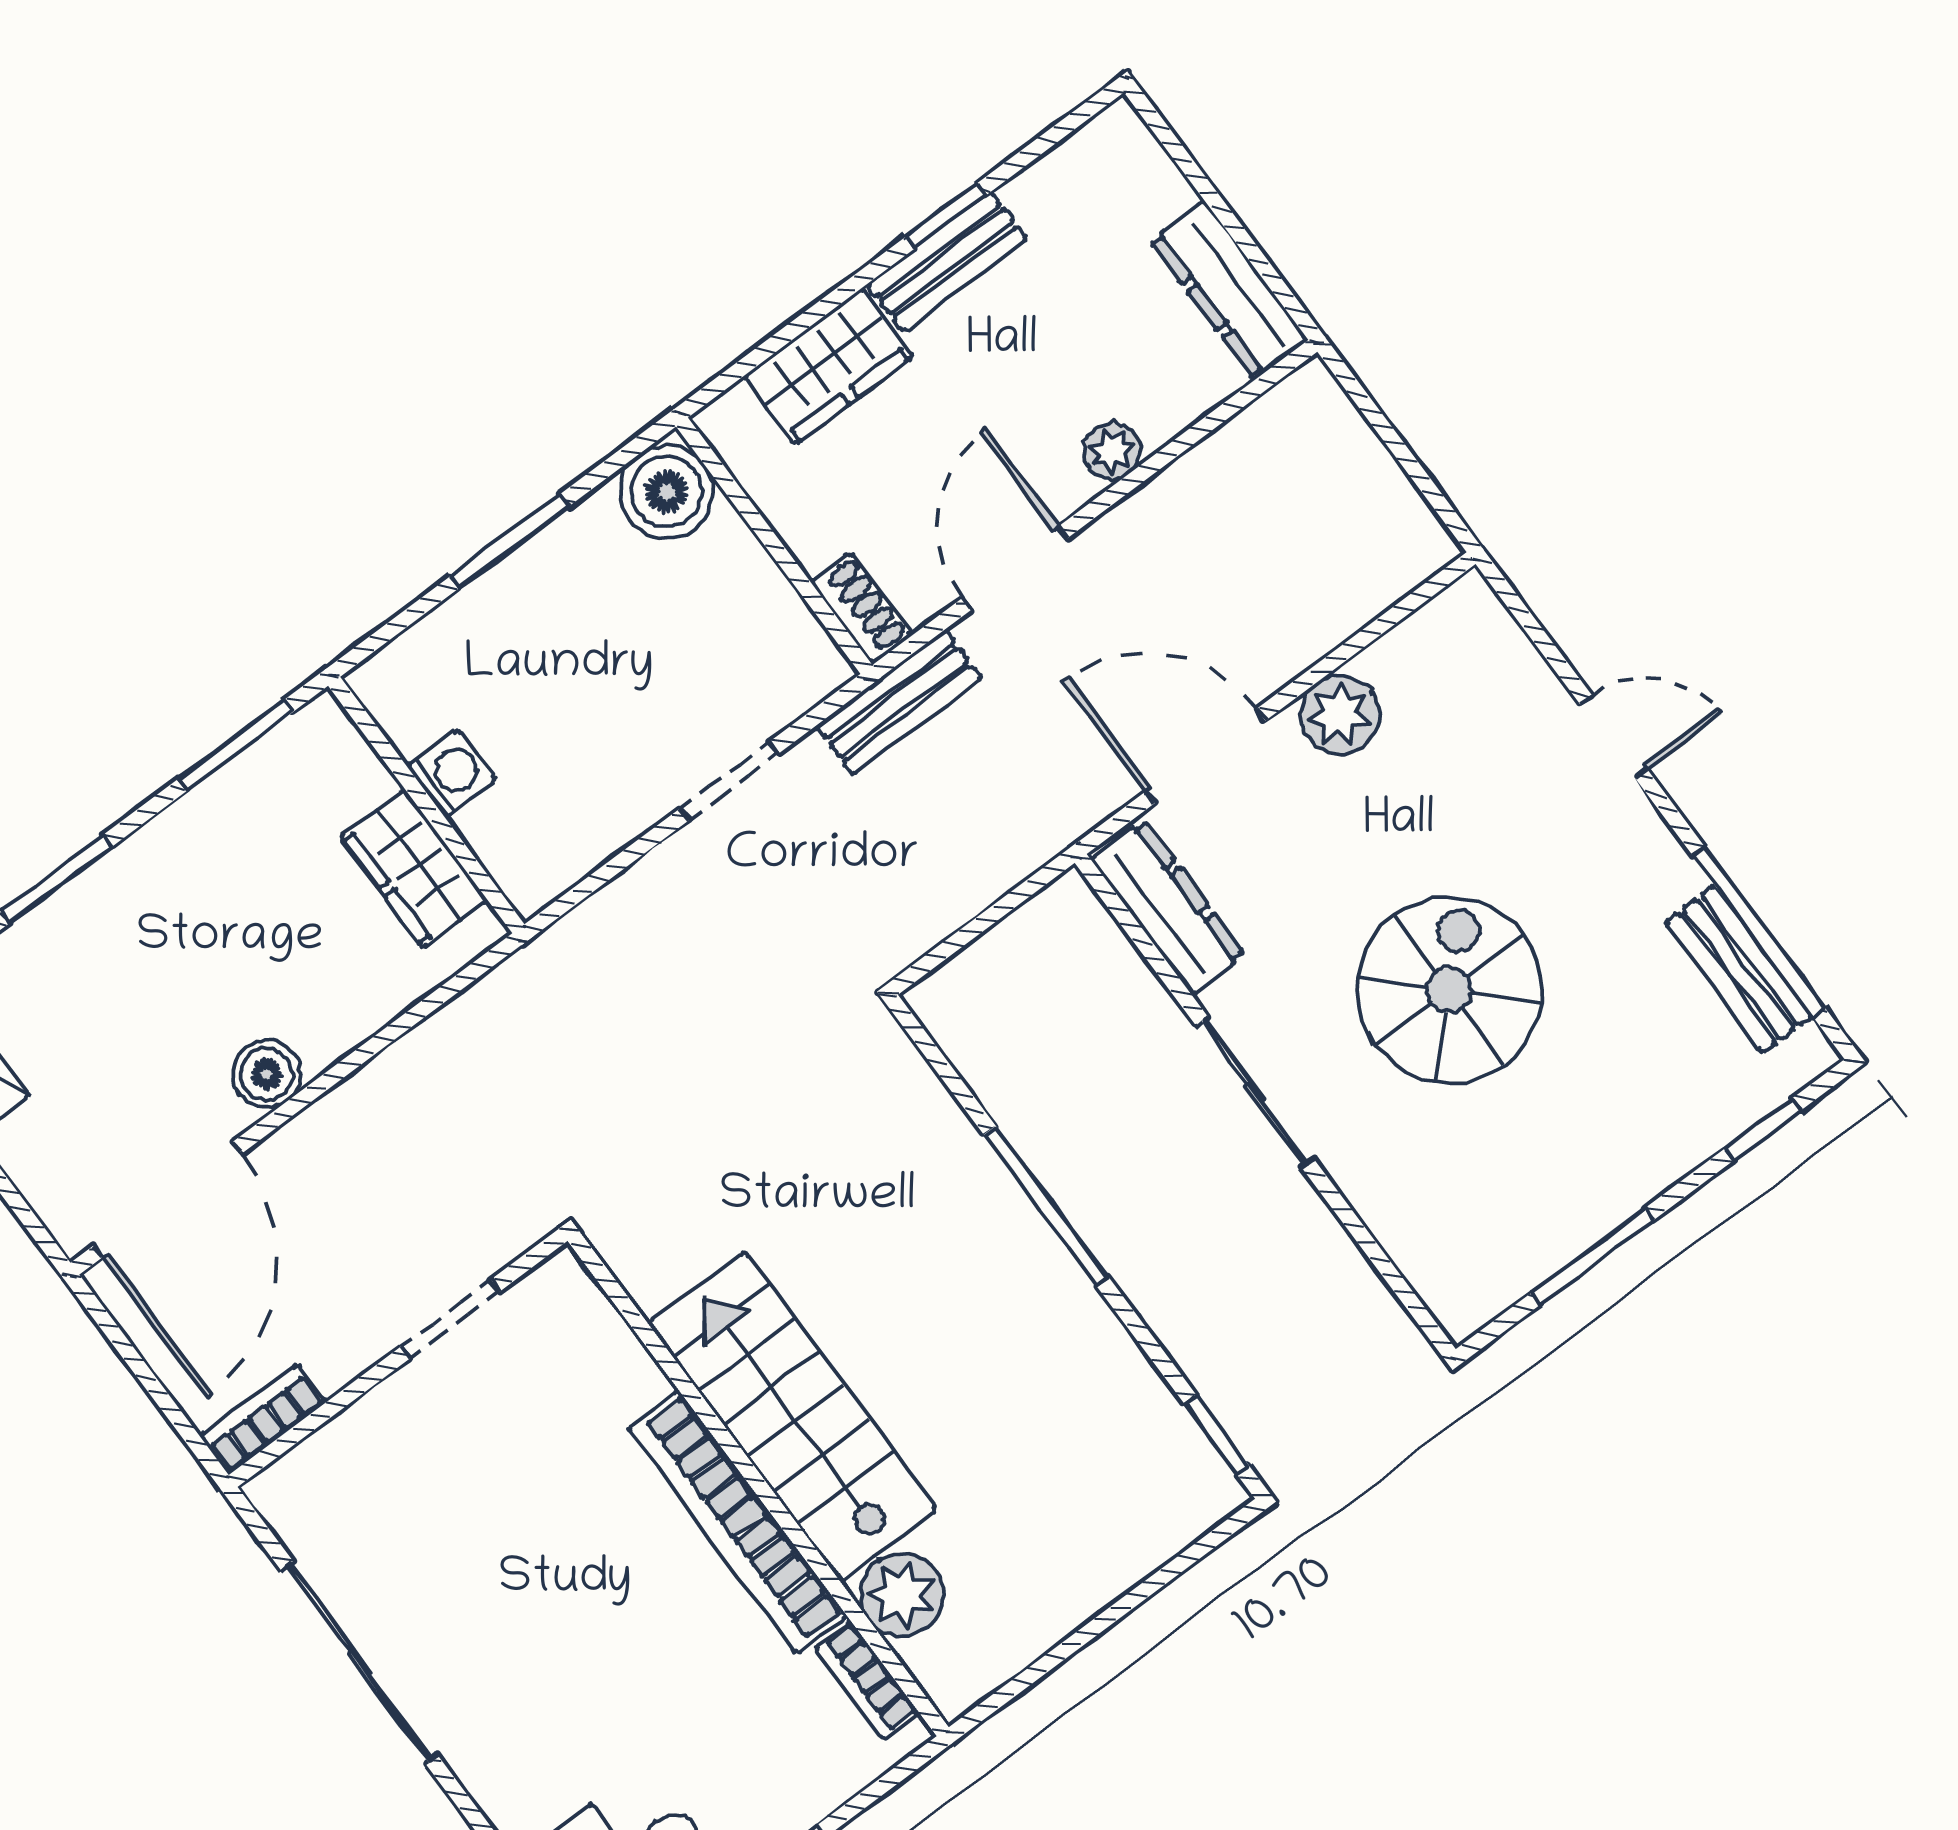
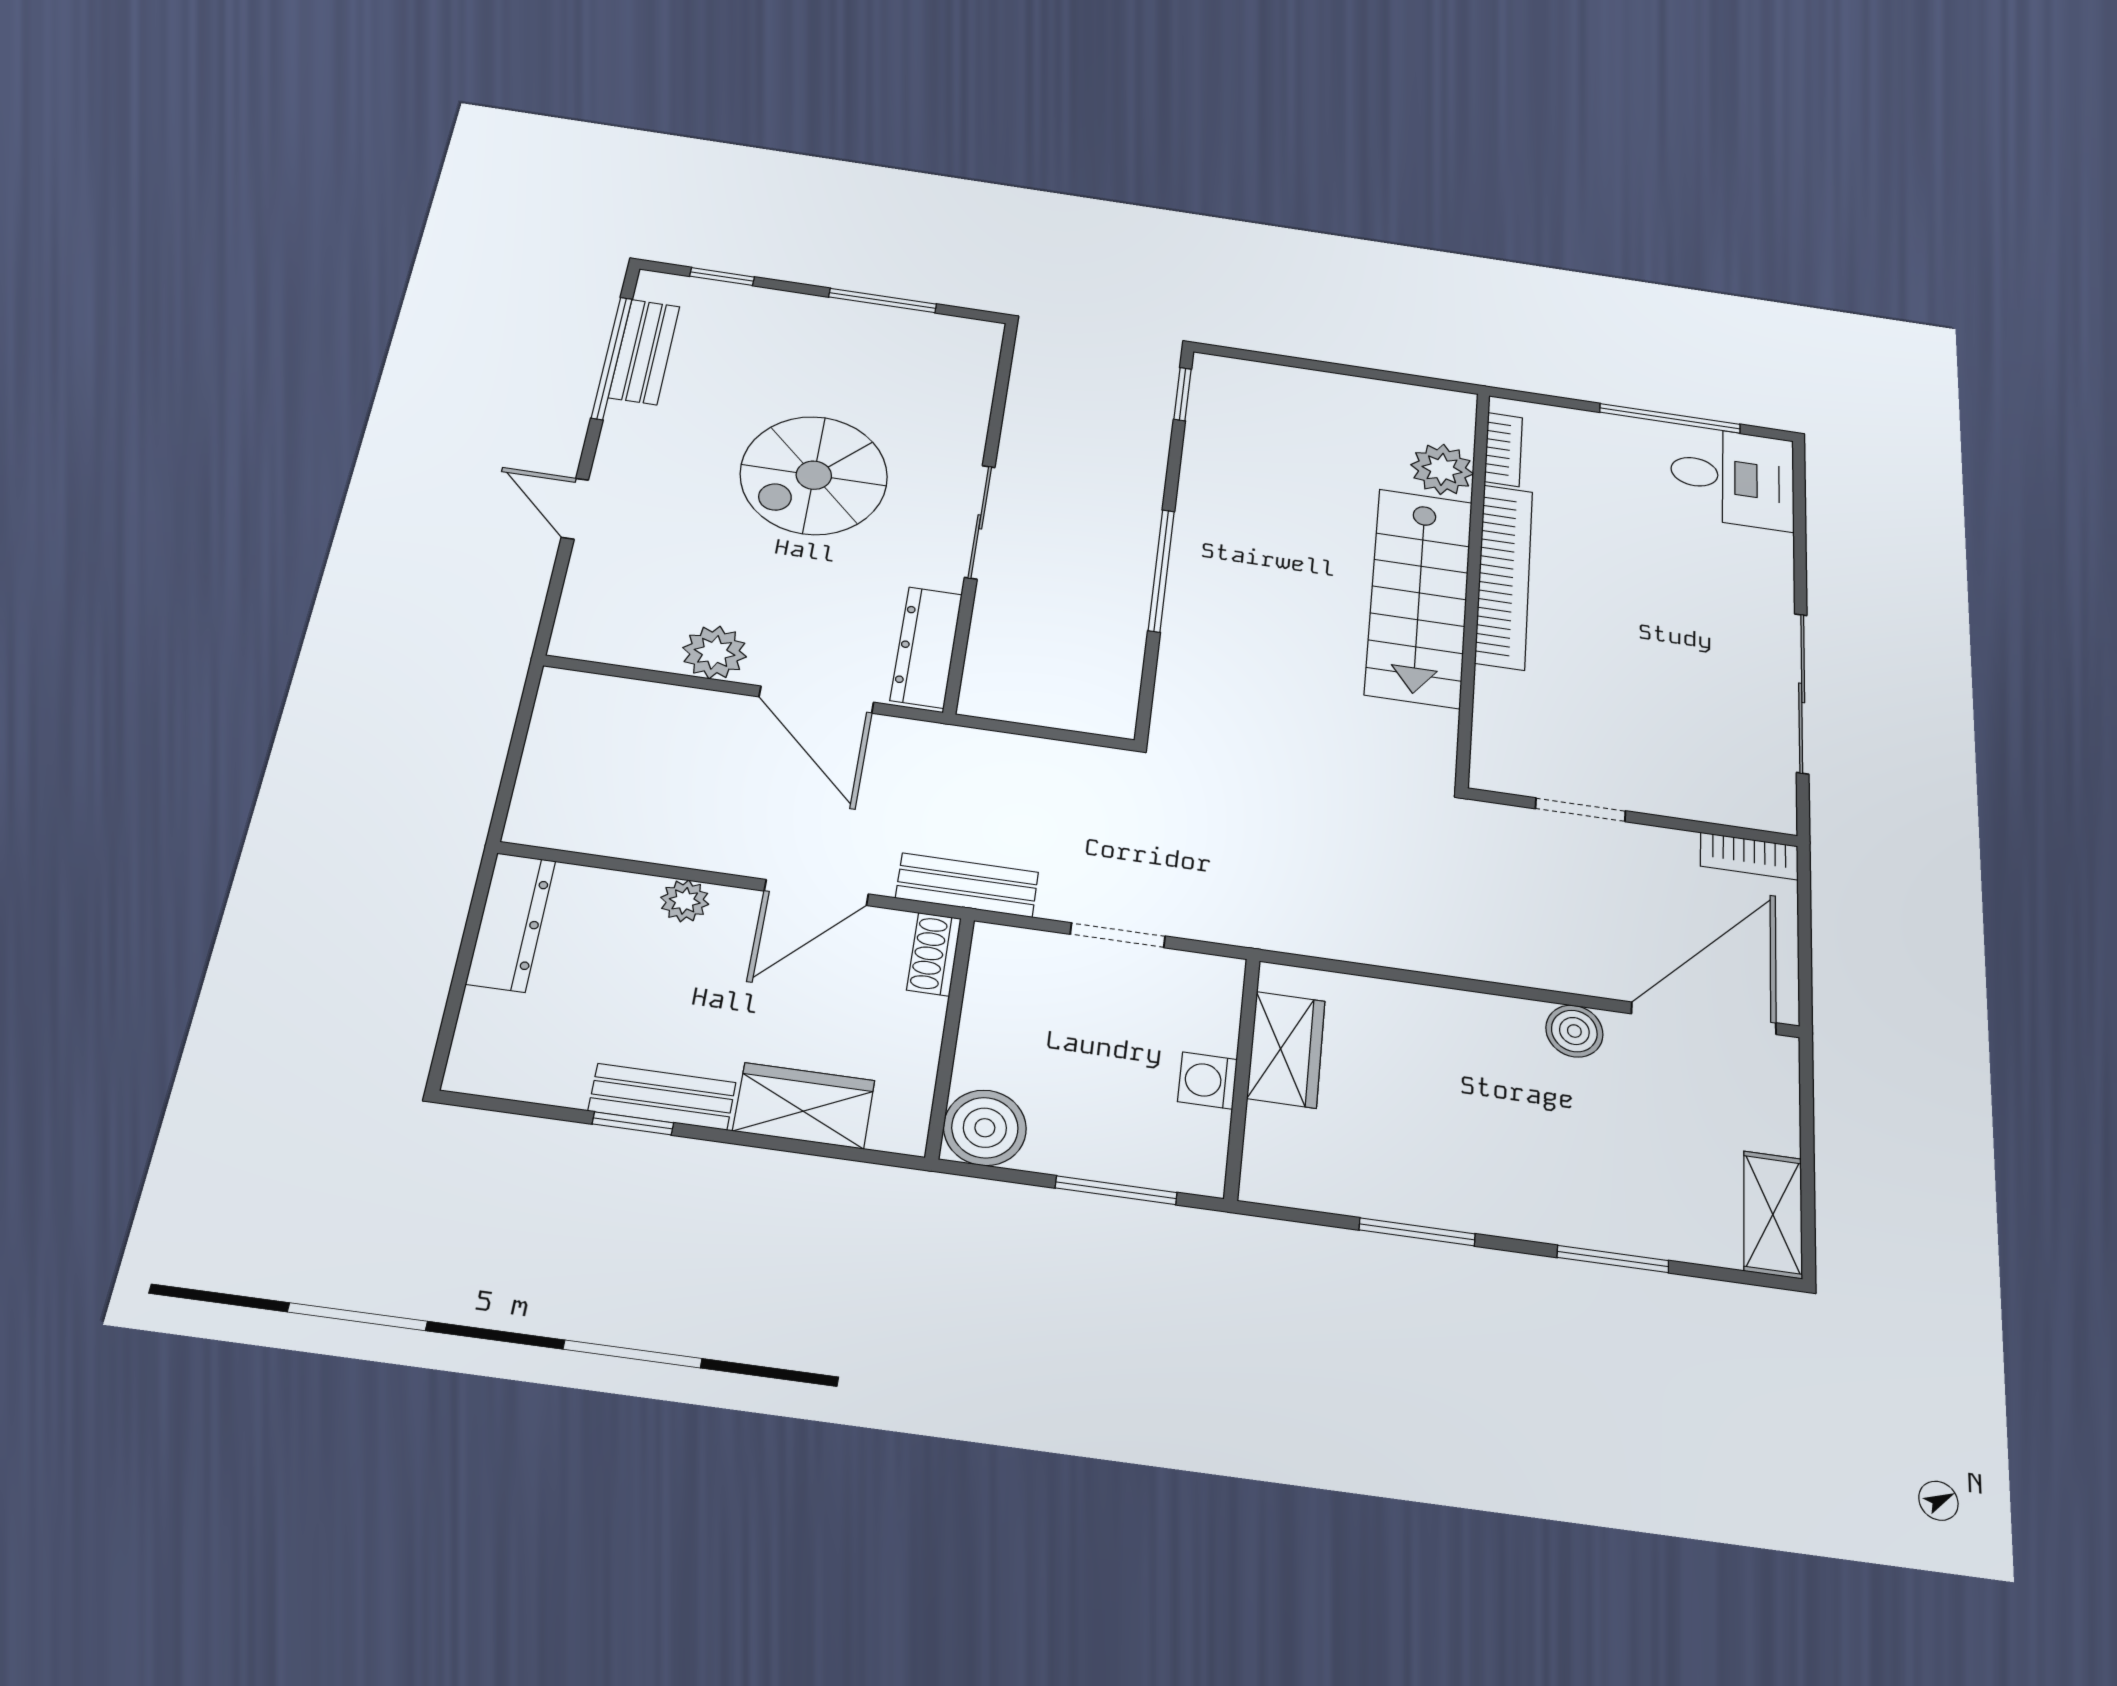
washing machine: (452, 773) -> (1208, 1081), moved
wall: (426, 805) -> (1242, 1077), moved
wardrobe: (414, 868) -> (1286, 1050), moved

